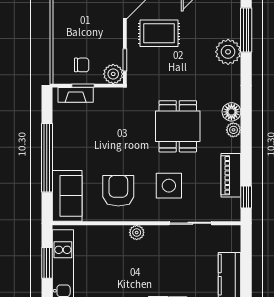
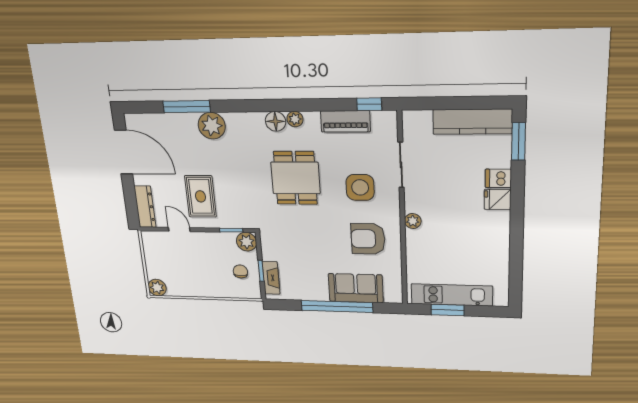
dining table: (178, 126) -> (295, 178), turned 90
sofa: (67, 196) -> (356, 288), moved

